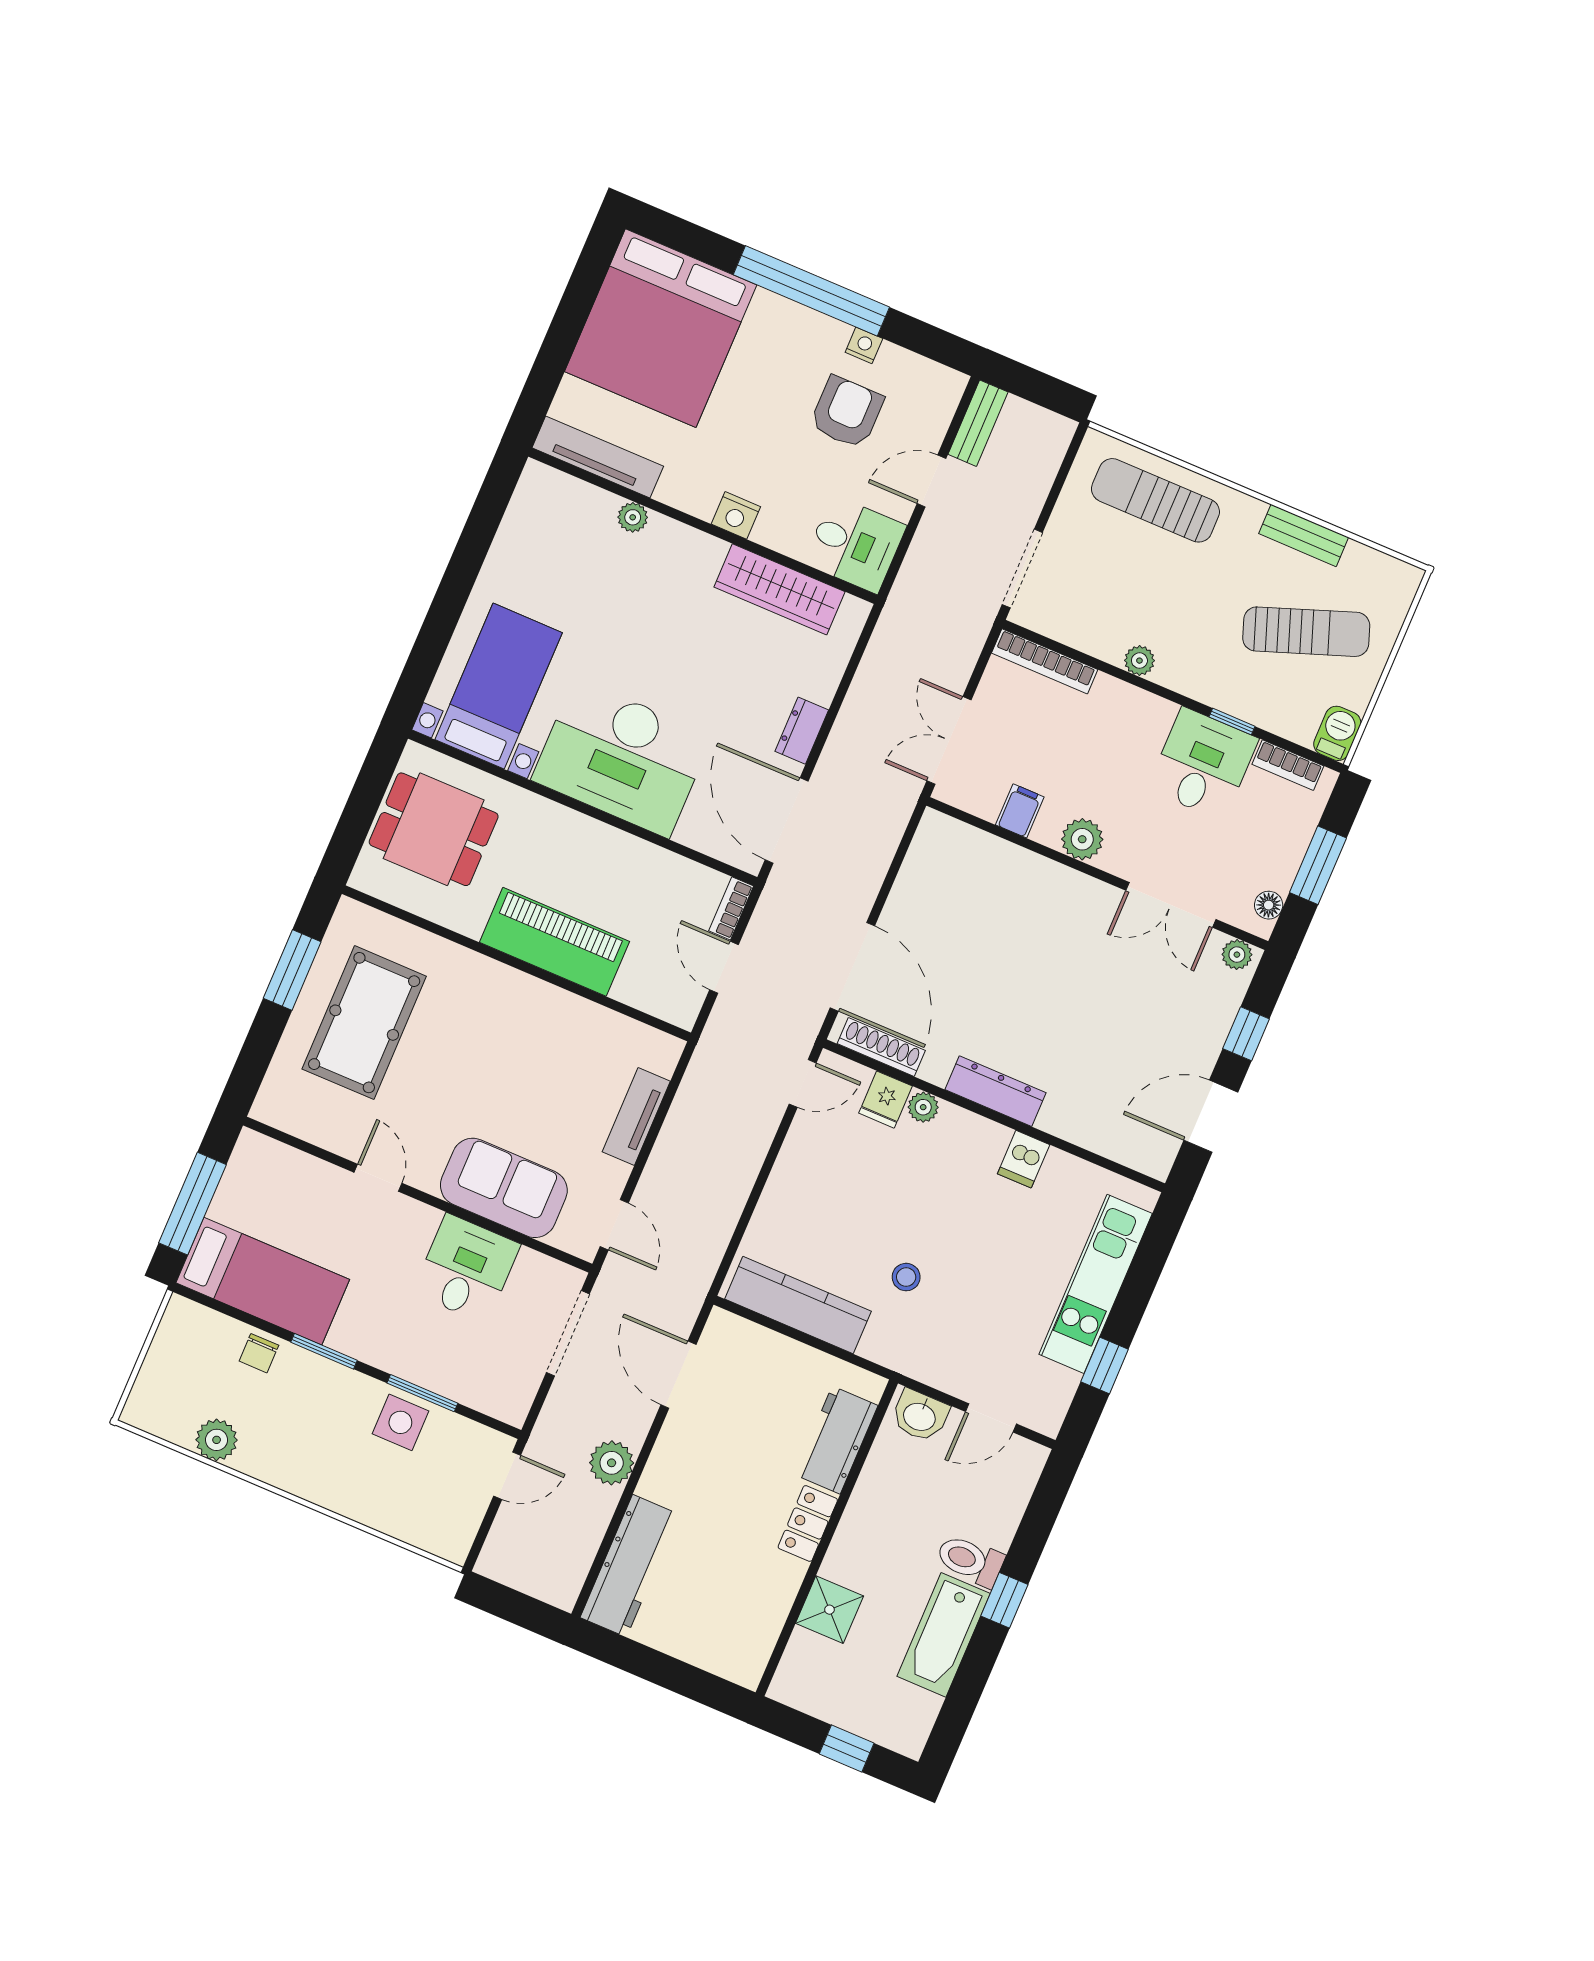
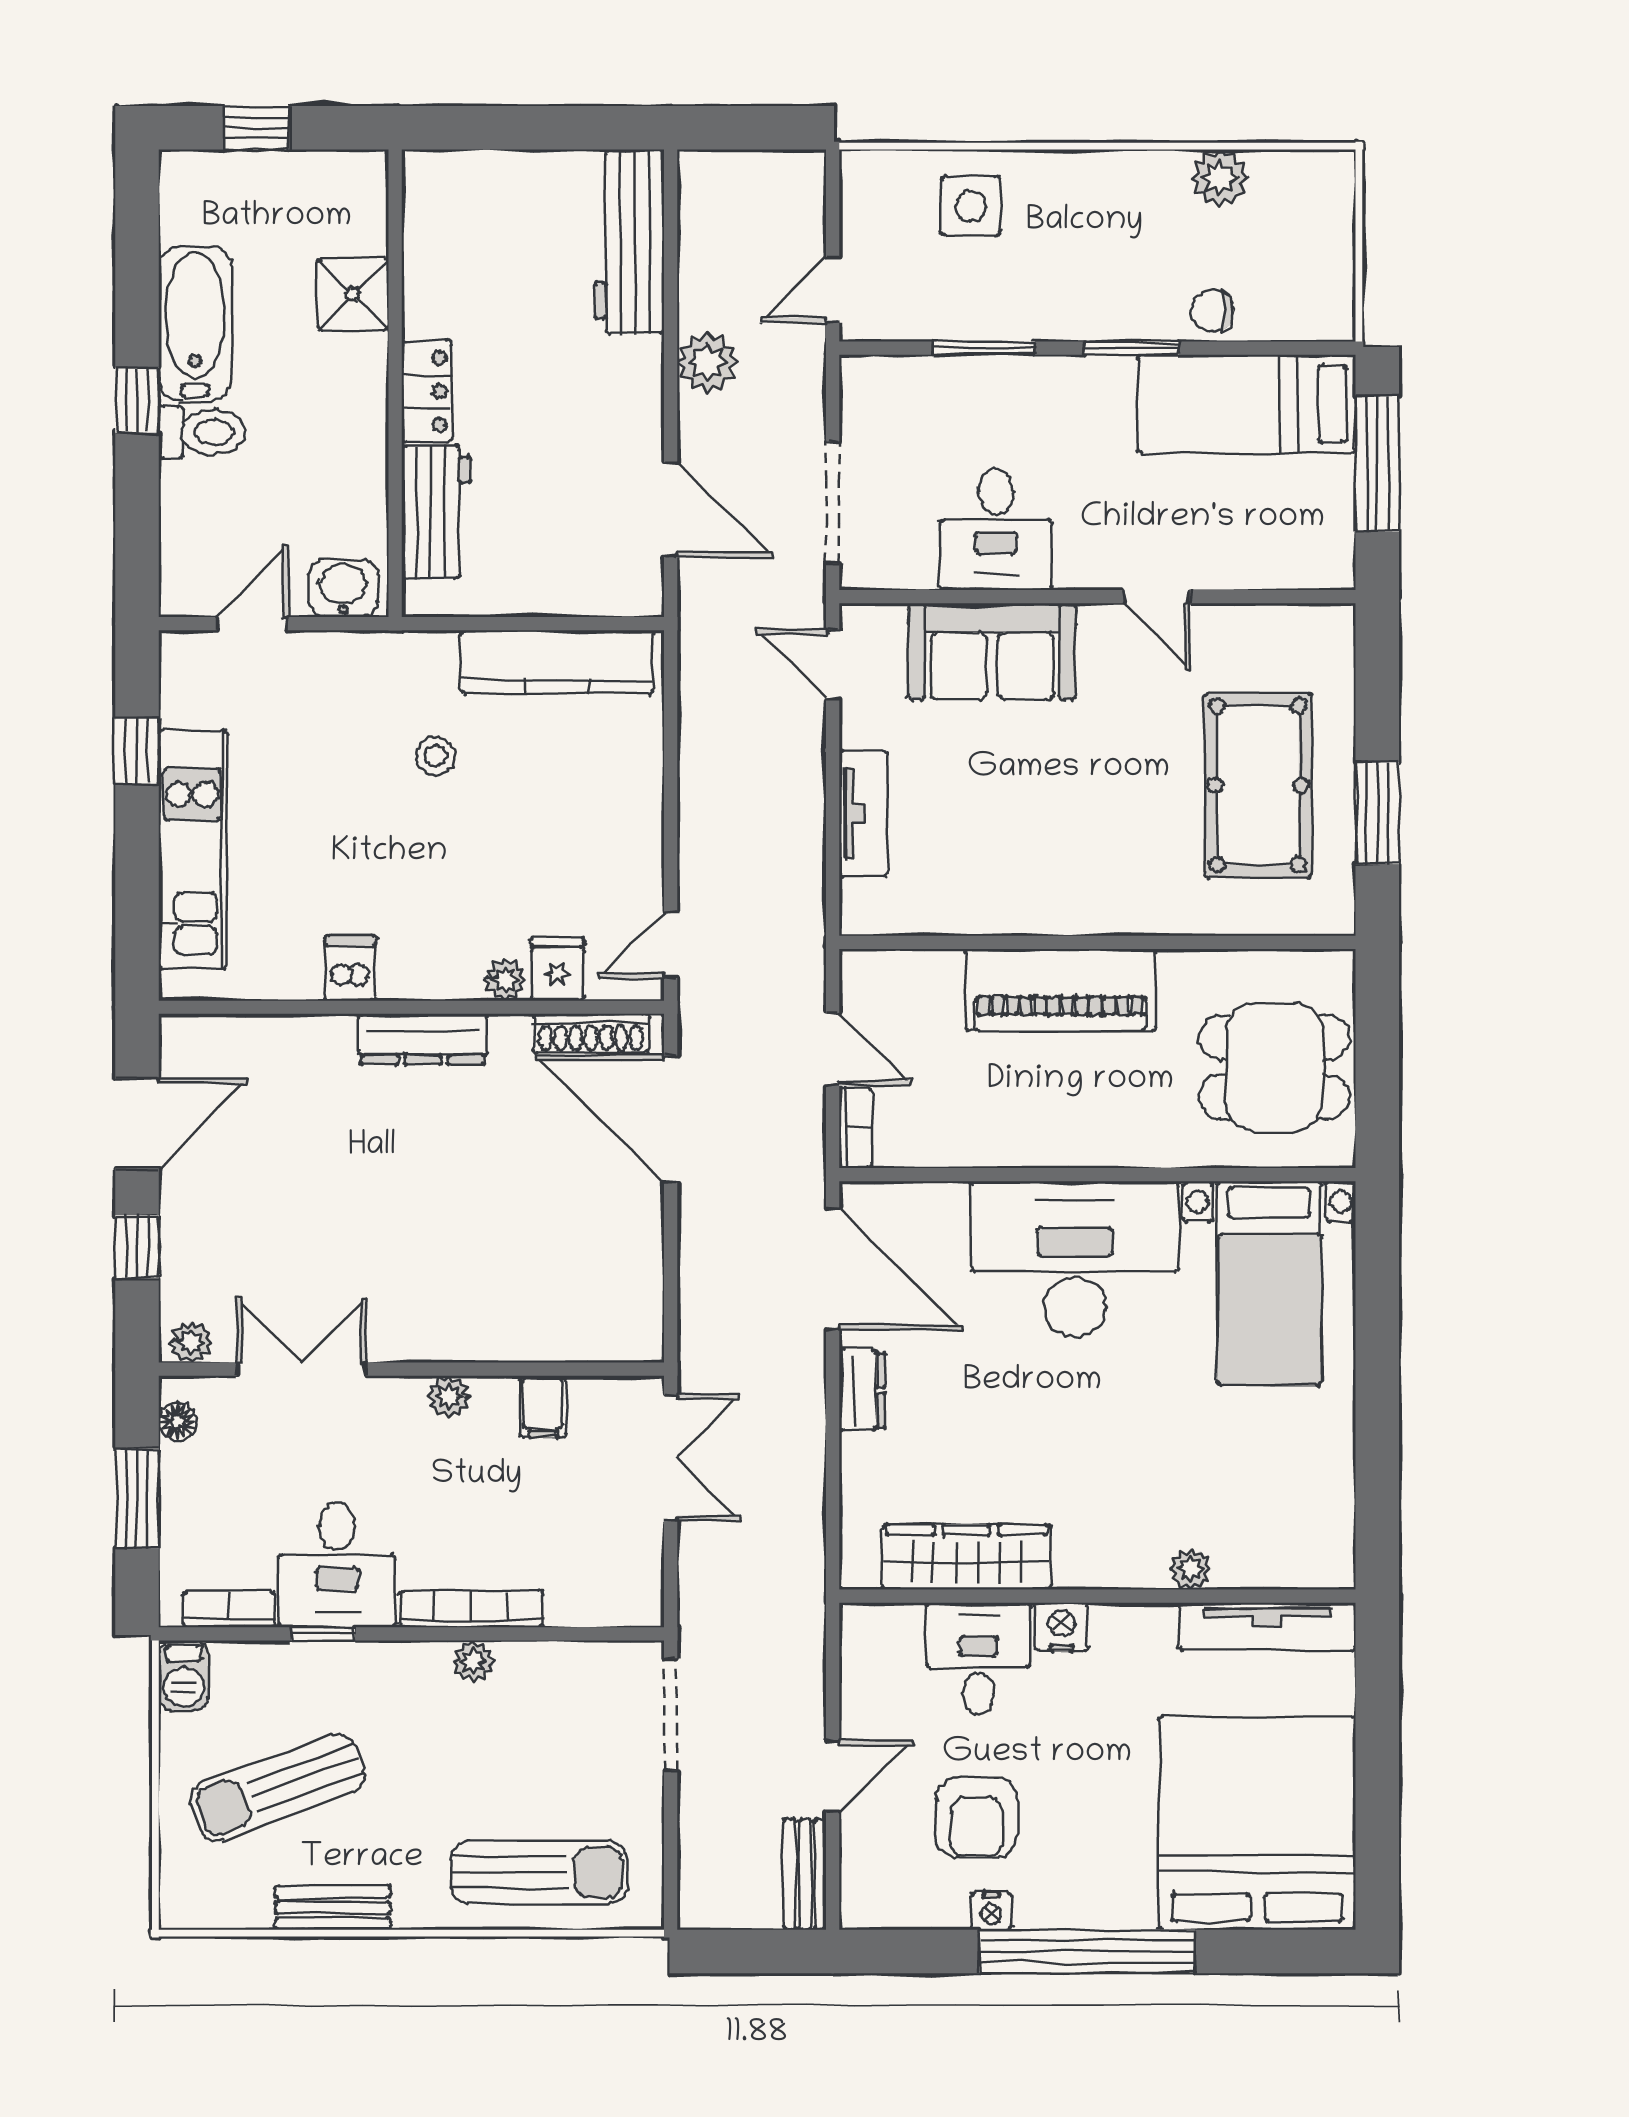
desk: (855, 544) -> (978, 1659), moved, turned 90
bookcase: (1045, 661) -> (471, 1609), moved
plant: (1082, 839) -> (449, 1397), width x0.73, depth x0.73
chair: (259, 1353) -> (1213, 311), turned -90
side table: (400, 1422) -> (971, 206), moved

